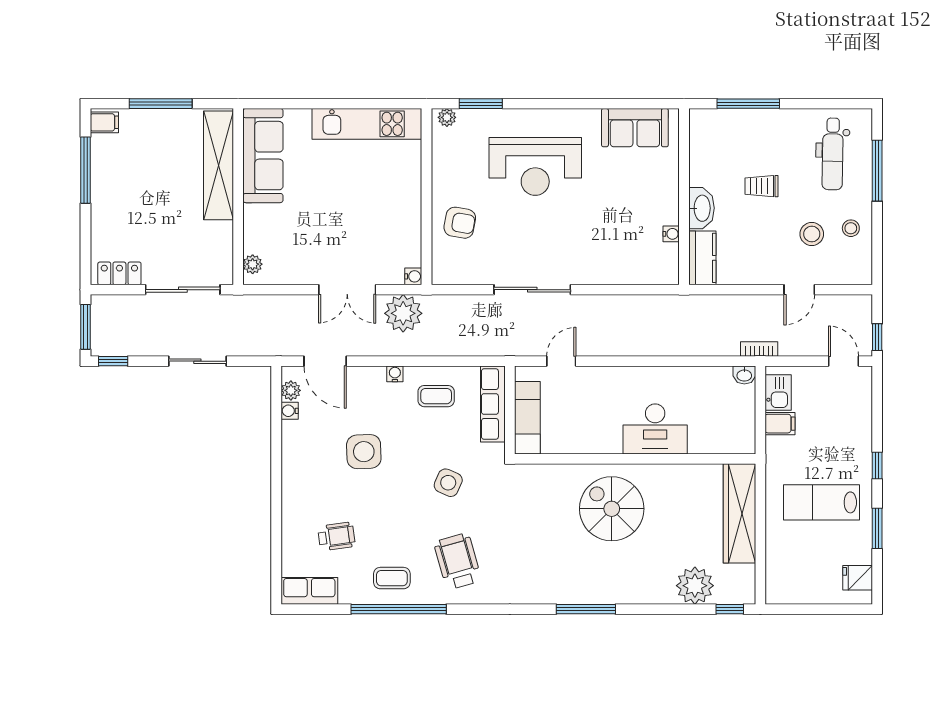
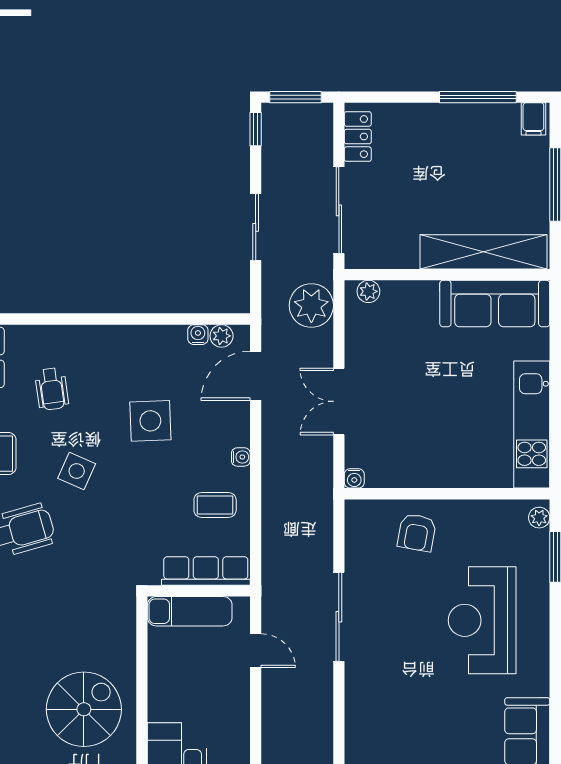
plant: (403, 313) -> (311, 305), moved
coffee table: (436, 396) -> (215, 505), turned 90
side table: (448, 483) -> (77, 471), moved

